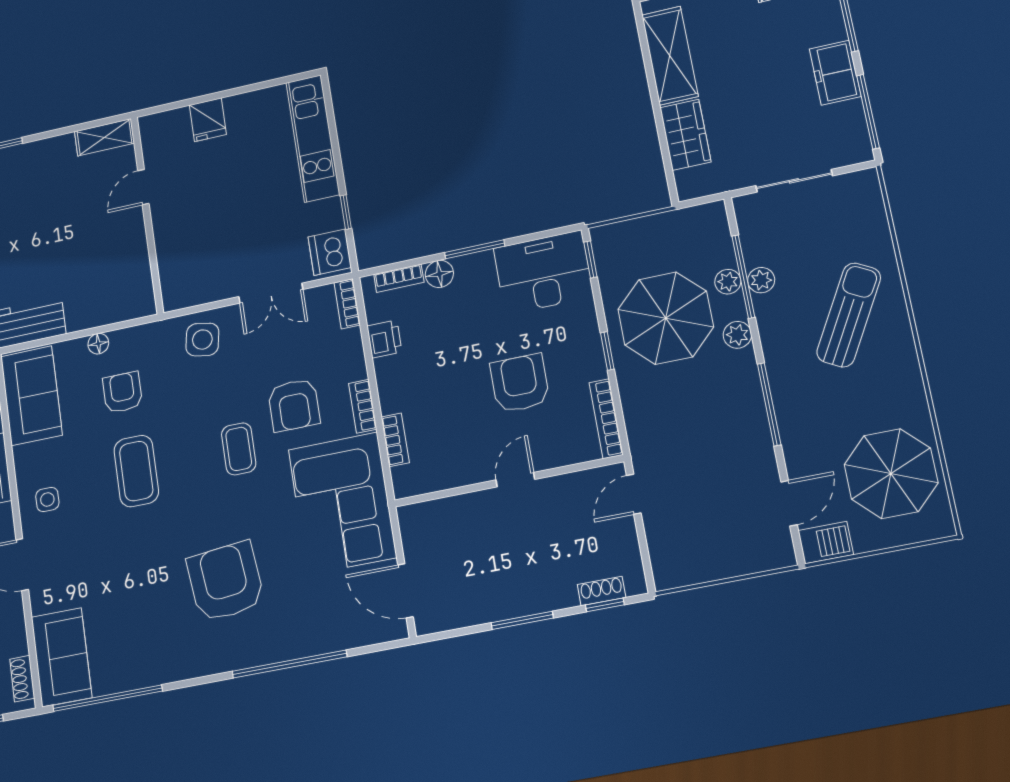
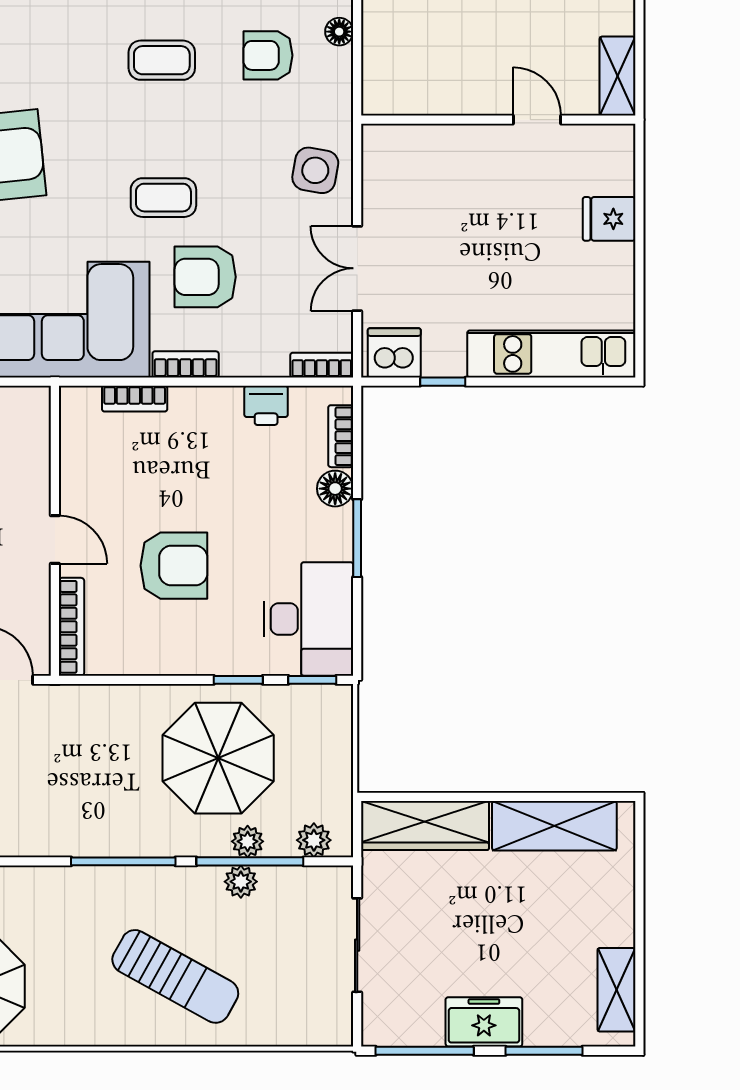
wardrobe: (685, 135) -> (425, 826), width x1.50
plant: (737, 335) -> (314, 840), moved
window: (607, 351) -> (238, 680), moved
armchair: (122, 392) -> (268, 55), turned 180
window: (769, 404) -> (123, 861), moved
bookcase: (606, 419) -> (71, 627), moved, turned 90
coffee table: (136, 471) -> (162, 60), width x0.73, depth x0.77

